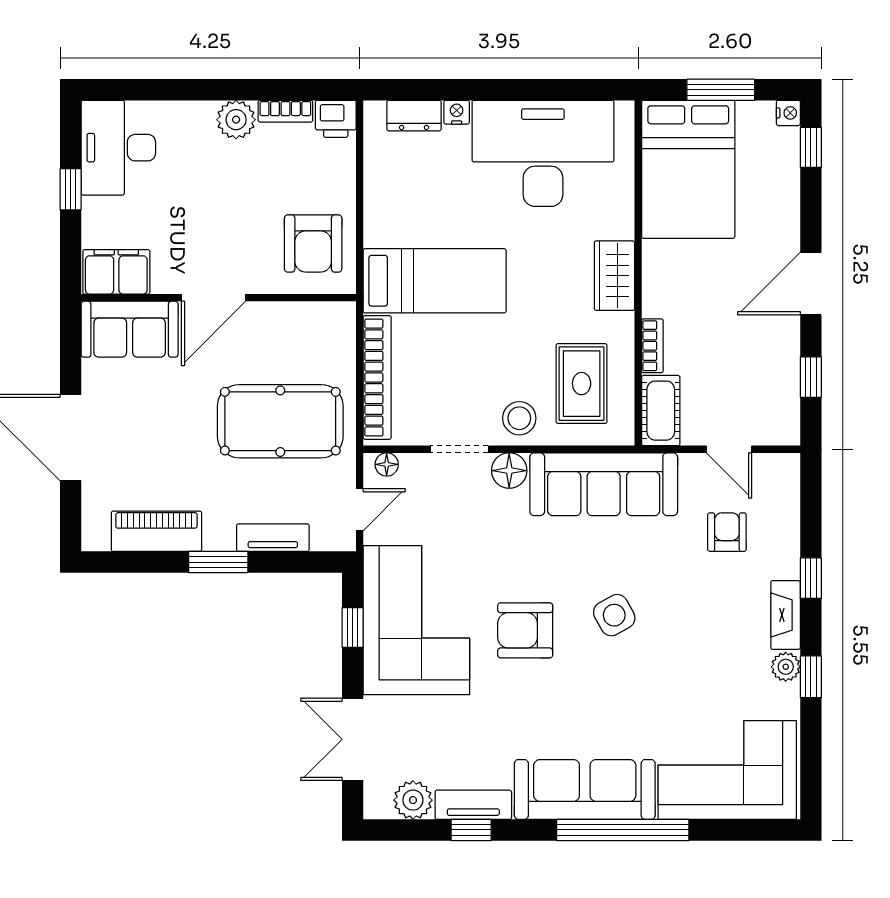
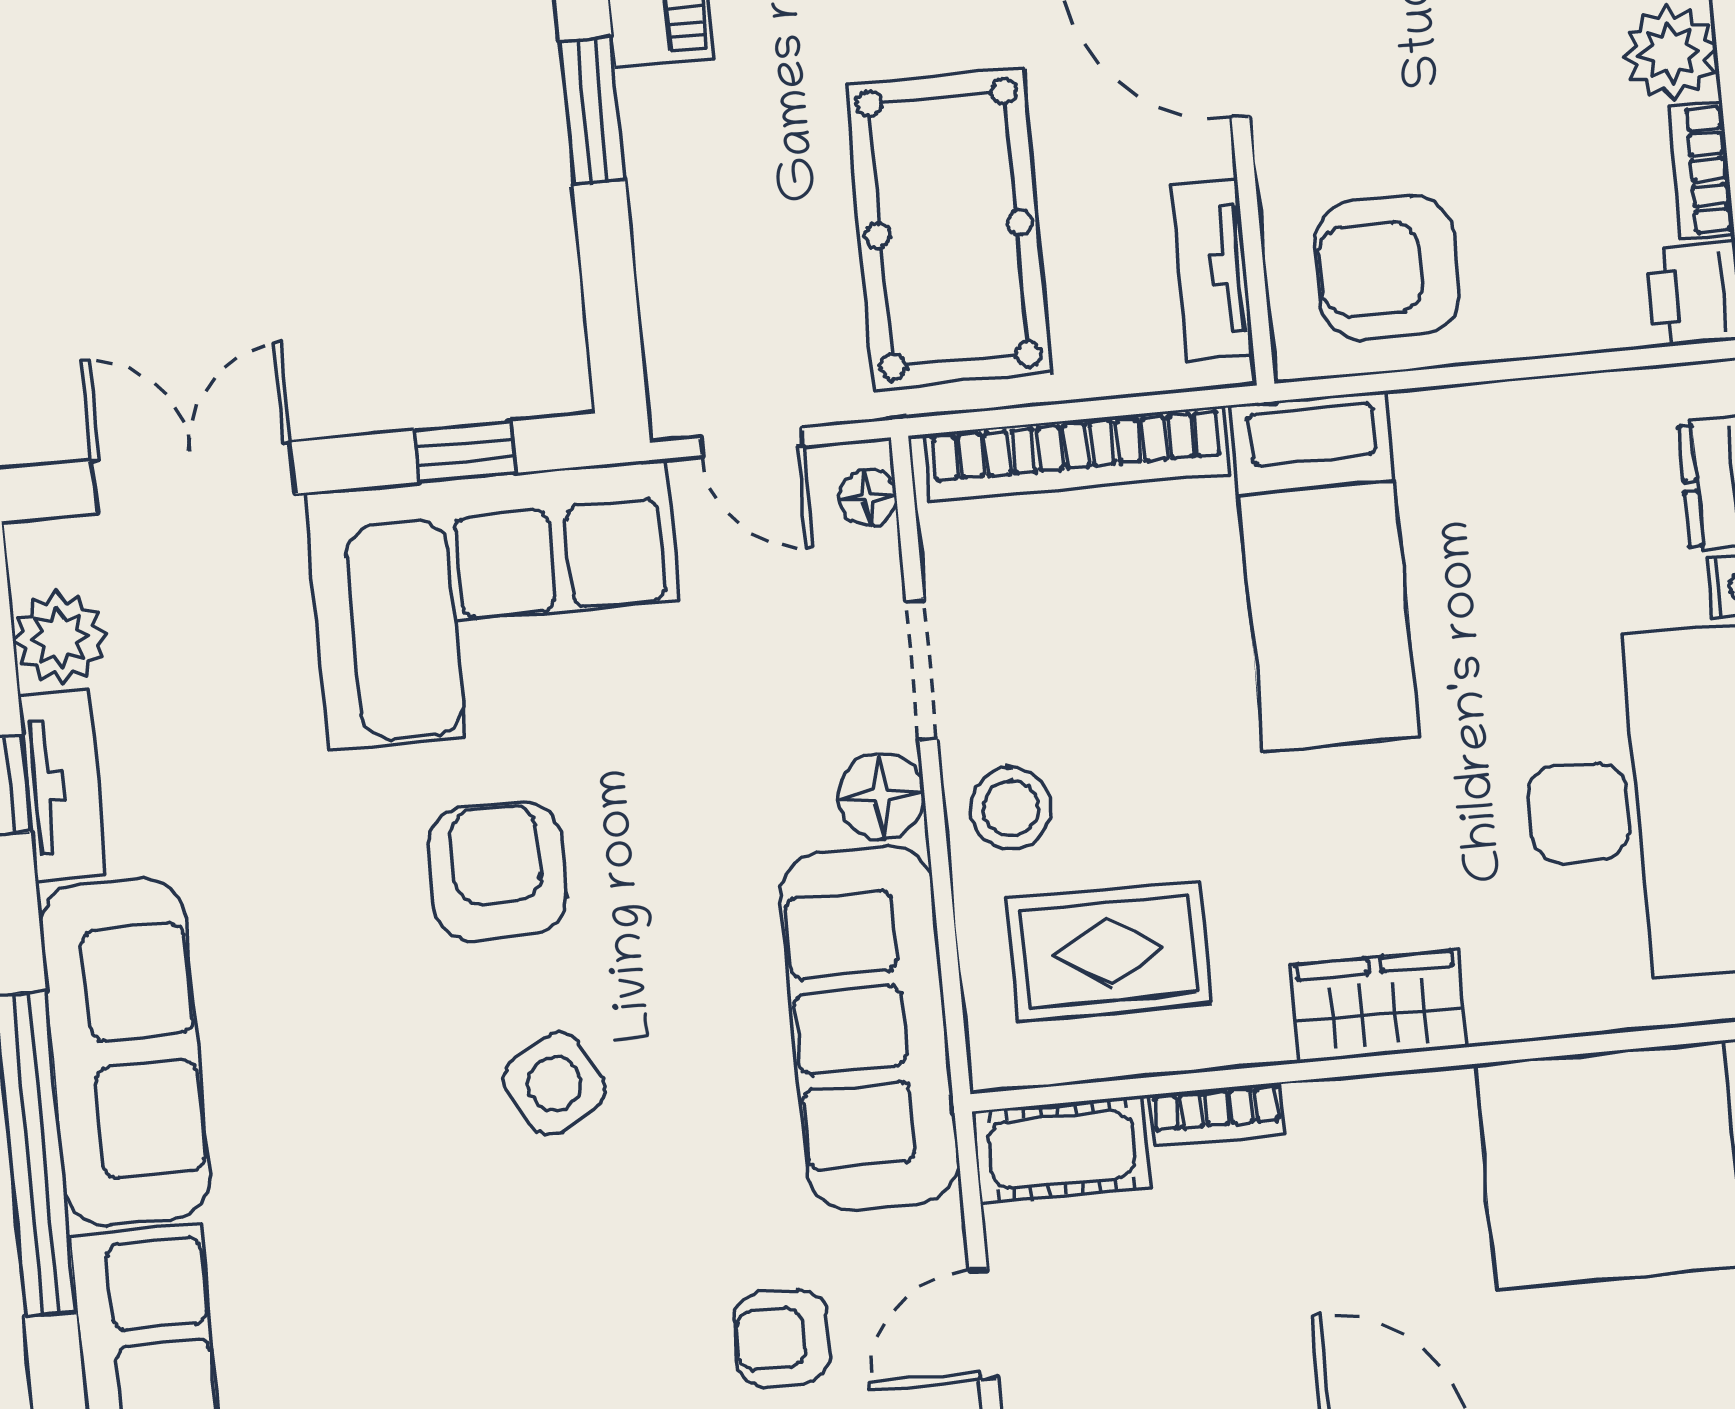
armchair: (727, 532) -> (782, 1338), turned 180
tv unit: (273, 538) -> (1212, 270), moved, turned 180

